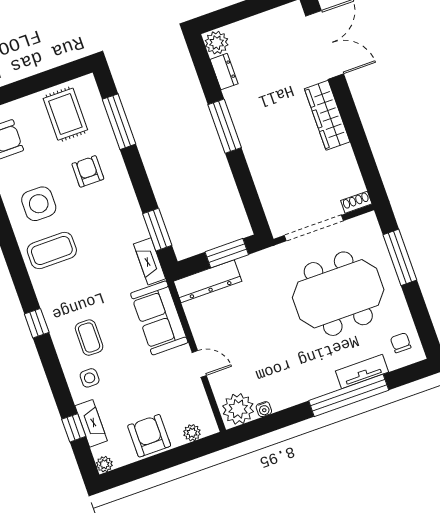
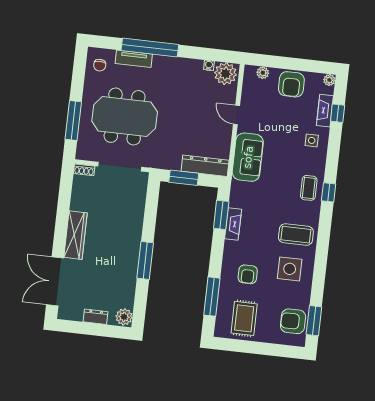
dresser: (224, 72) -> (96, 317), moved, turned 90
fireplace: (150, 261) -> (233, 224), moved
coffee table: (89, 338) -> (309, 188), moved

